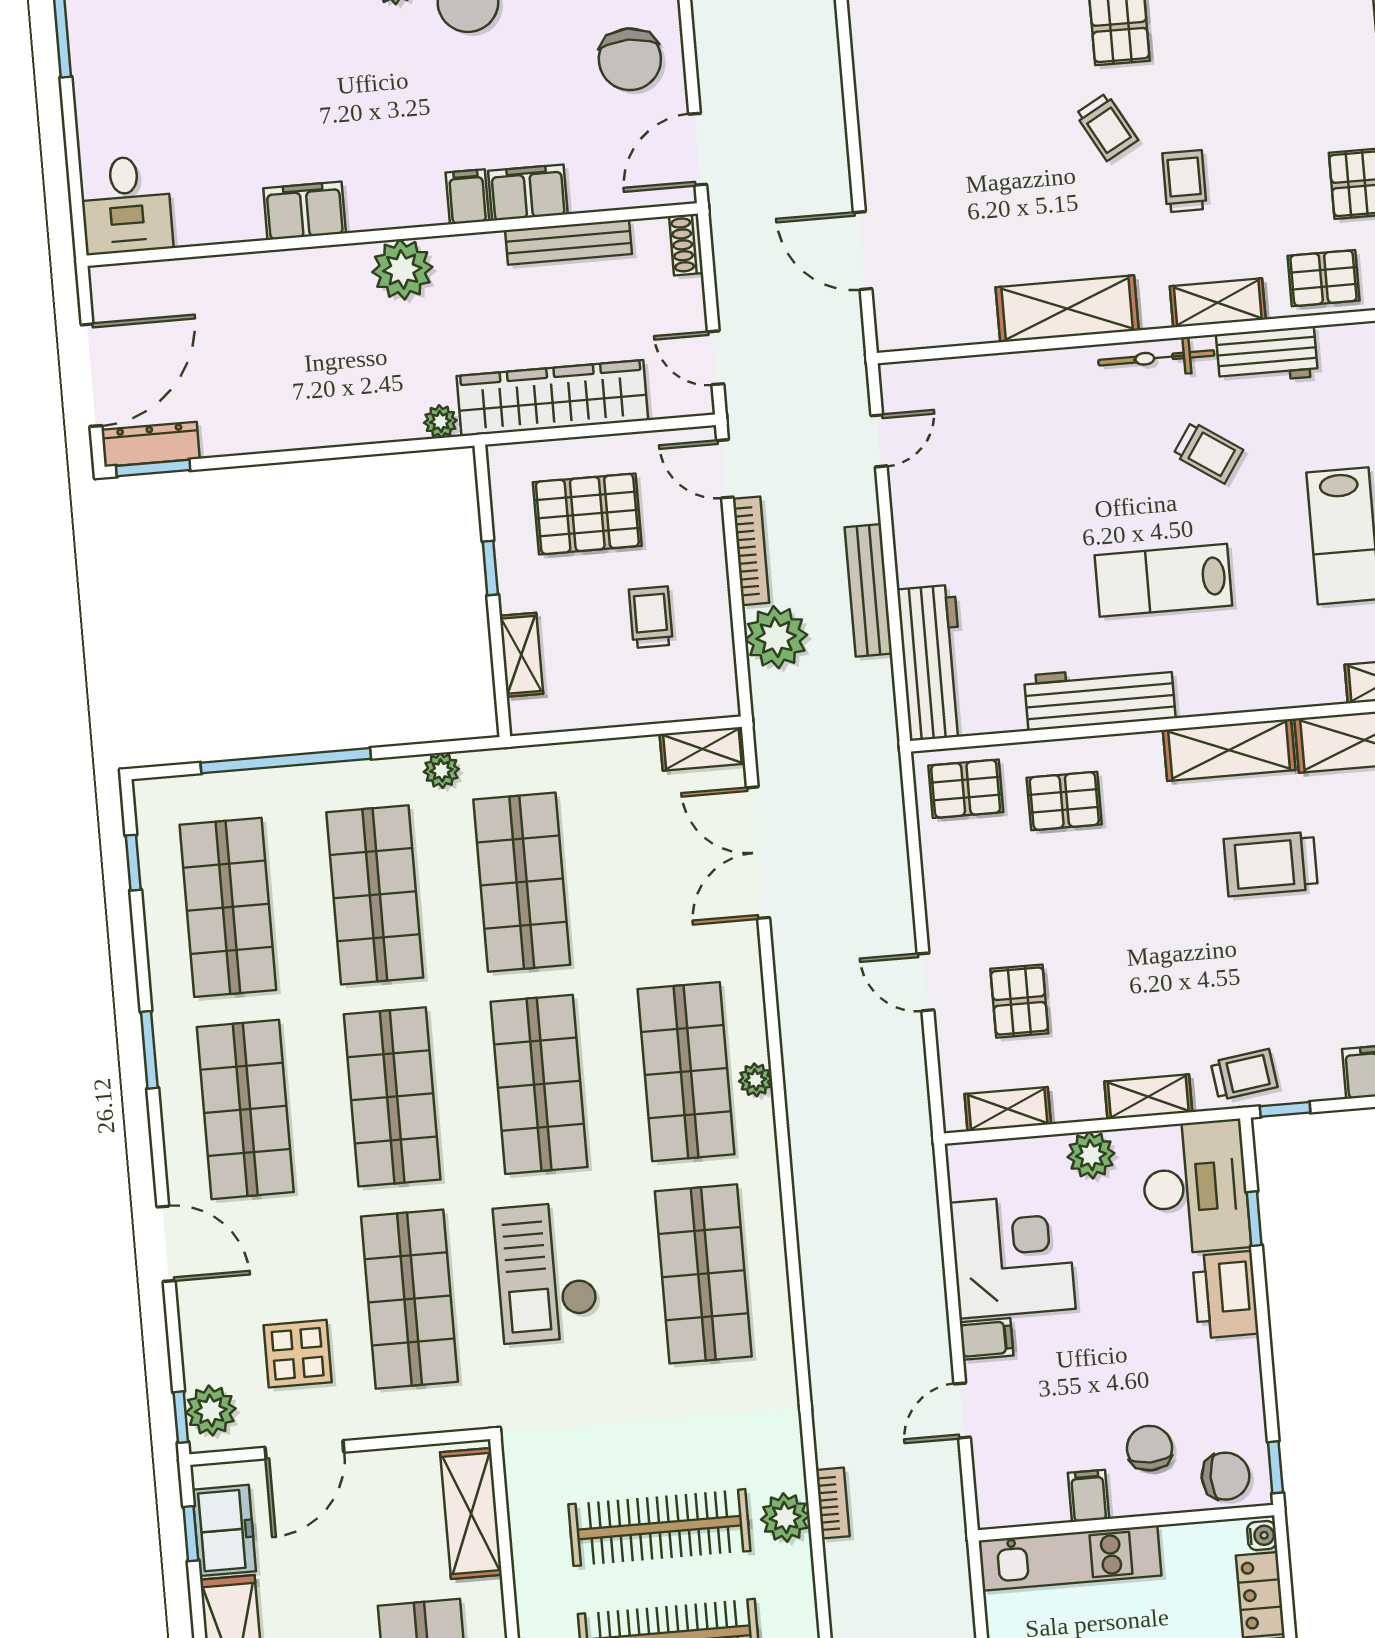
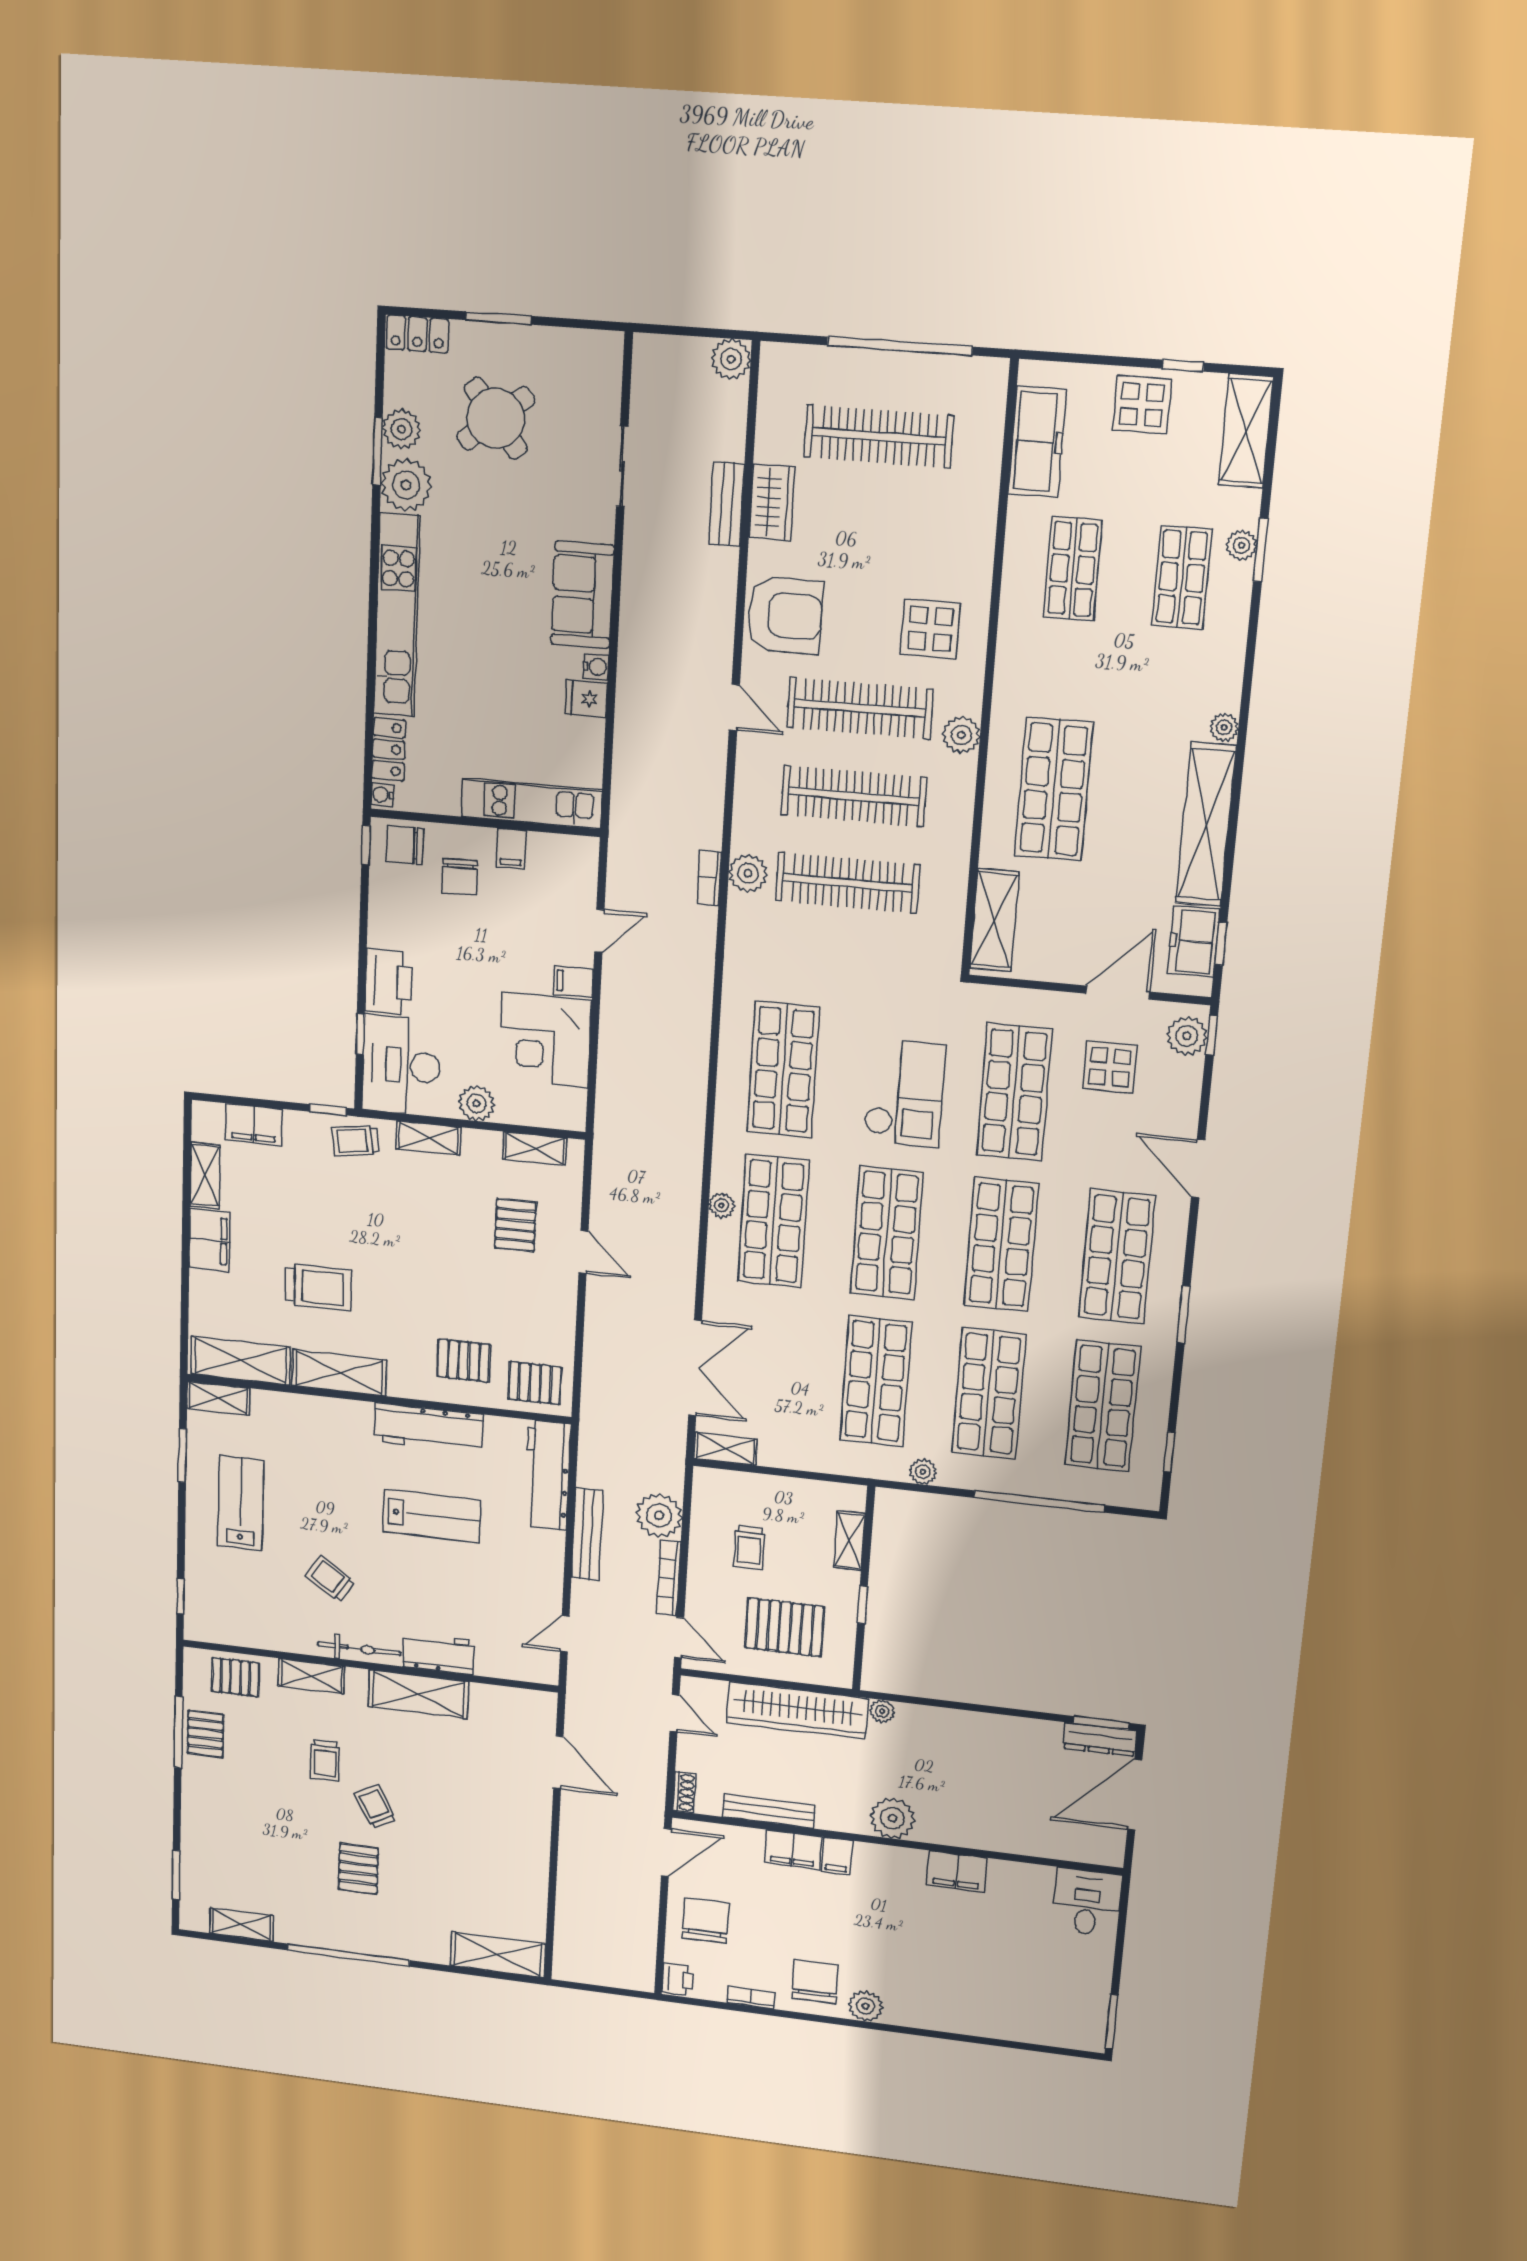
workbench: (1267, 355) -> (438, 1654), moved
lab bench: (1163, 580) -> (432, 1516), moved

